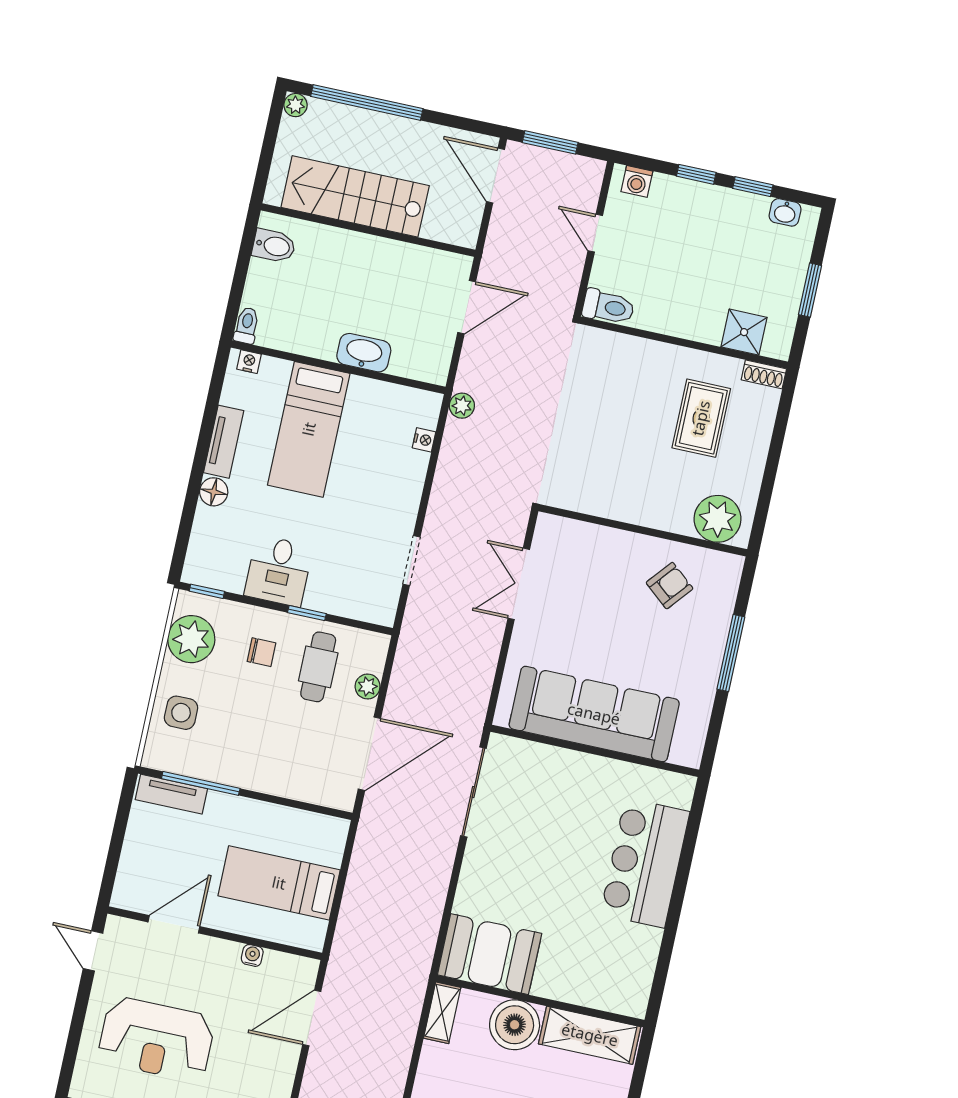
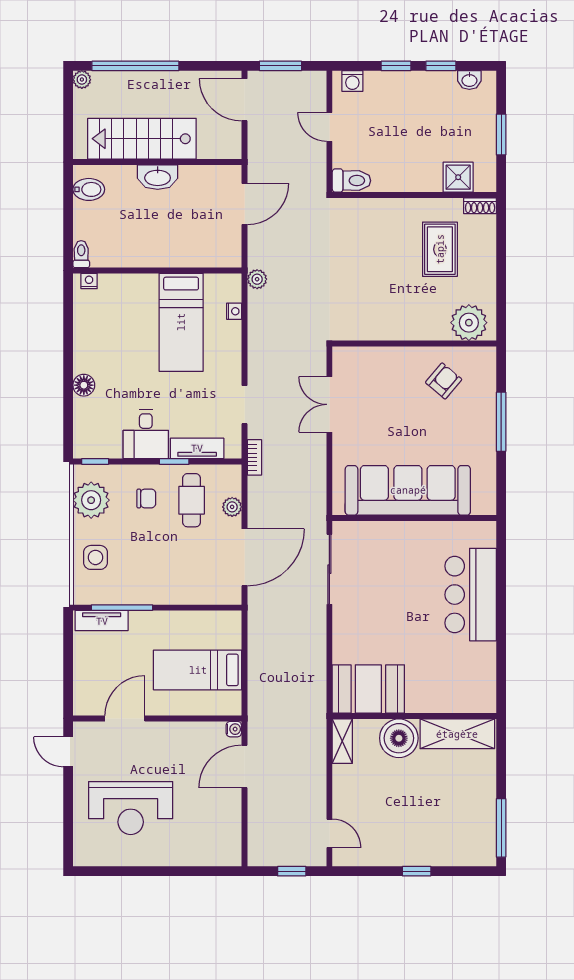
washbasin: (364, 353) -> (158, 177), moved, turned 180
bed: (309, 429) -> (181, 322), moved
tv unit: (224, 442) -> (197, 448), moved, turned -90
bookcase: (409, 630) -> (254, 457), added
water cooler: (252, 955) -> (234, 729), moved, turned 90

